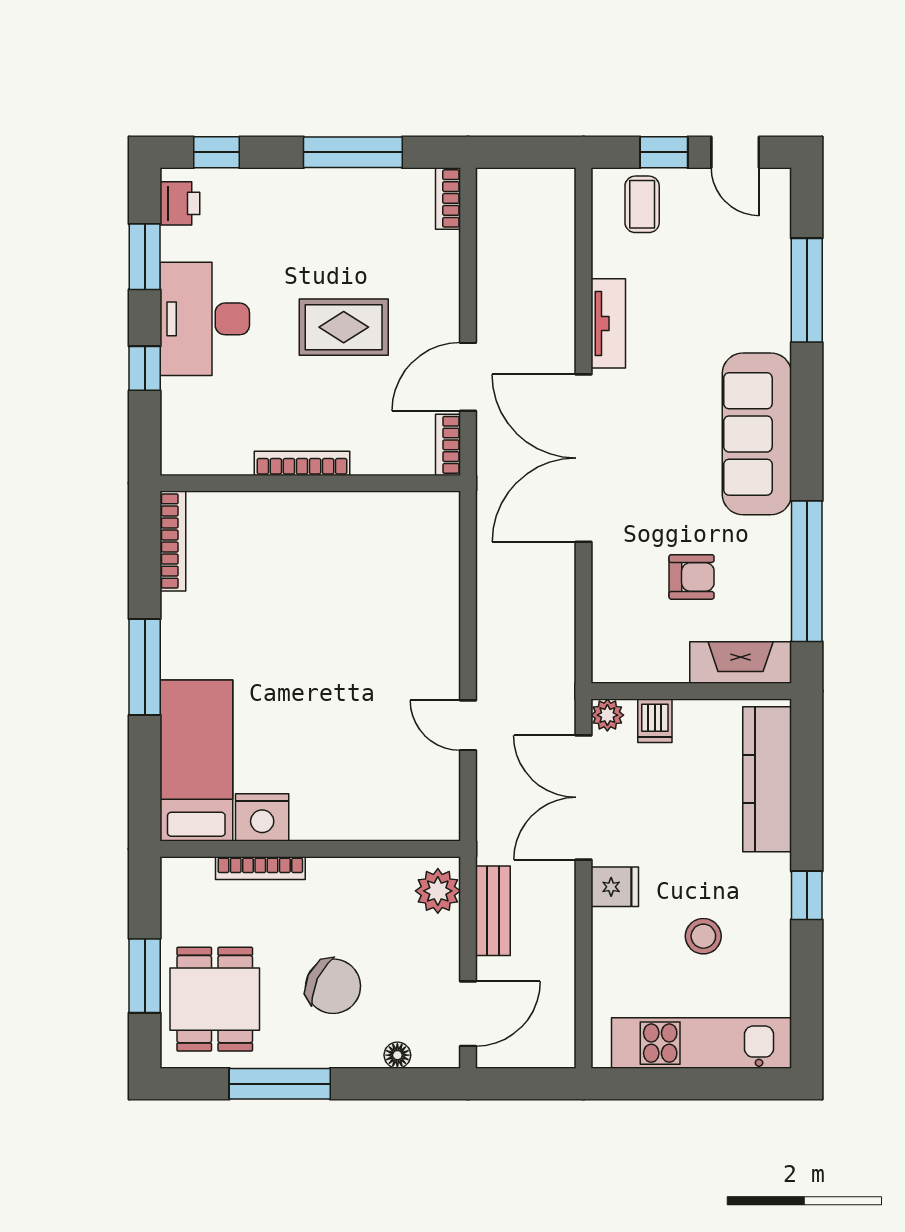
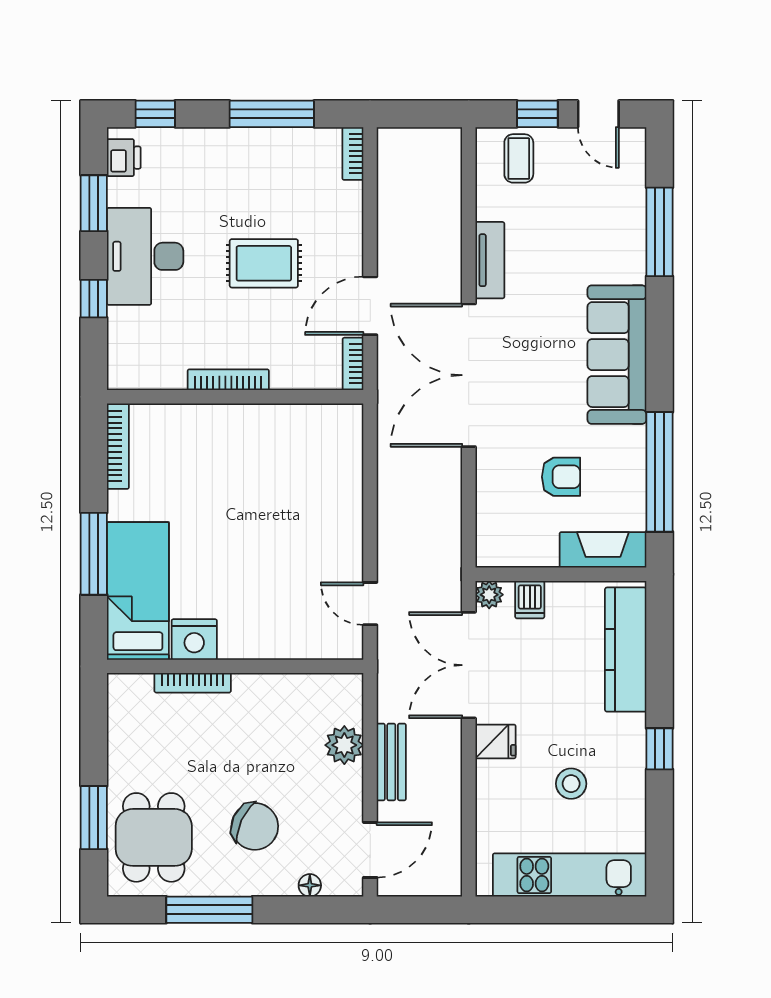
bed: (196, 761) -> (138, 591), moved
nightstand: (262, 817) -> (194, 639), moved
wall: (310, 849) -> (235, 666), moved
bookcase: (260, 868) -> (193, 683), moved

